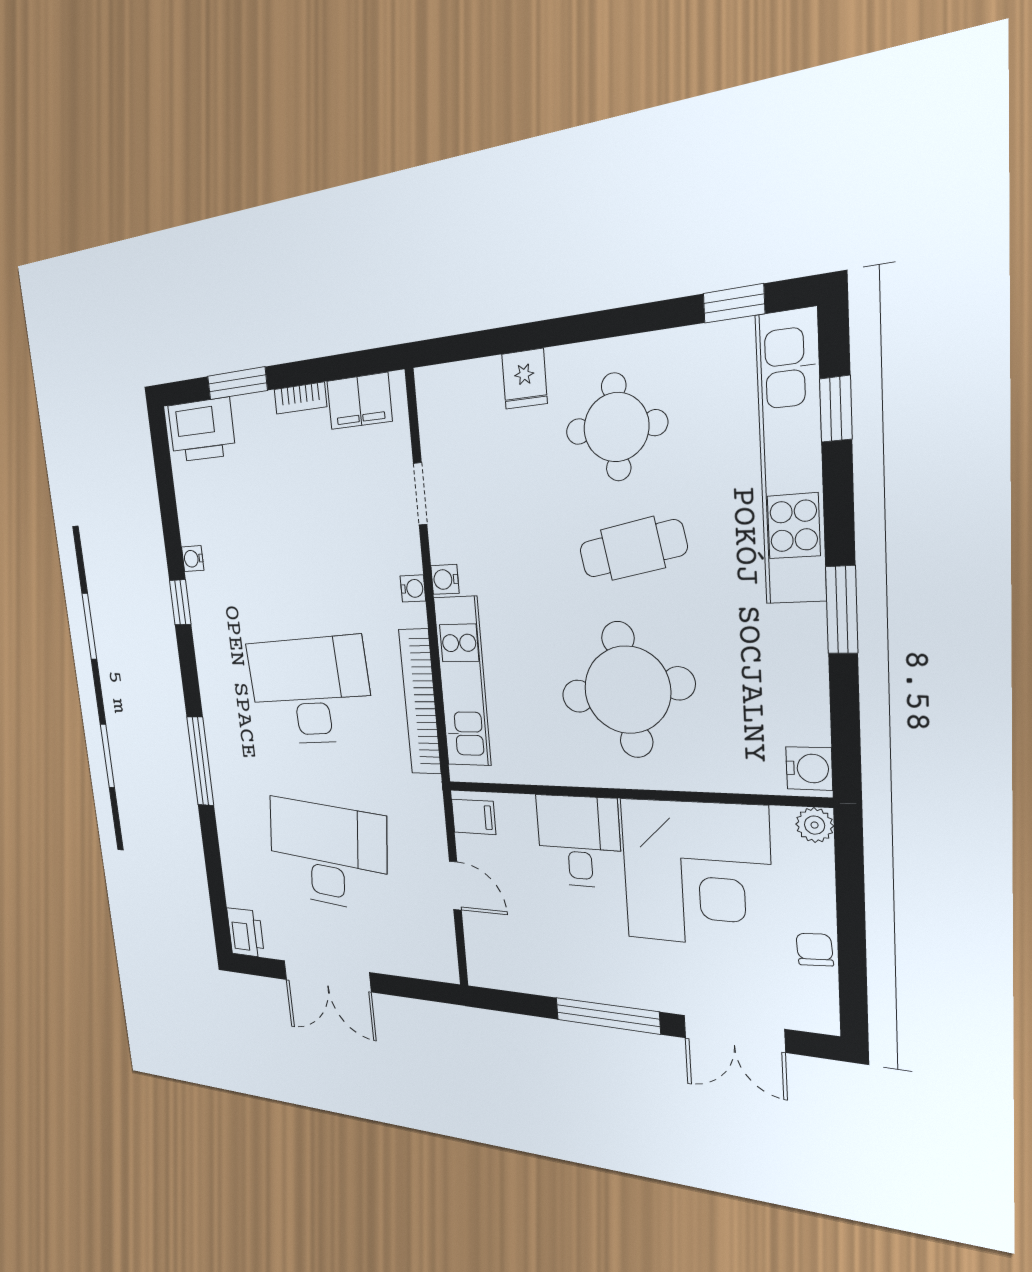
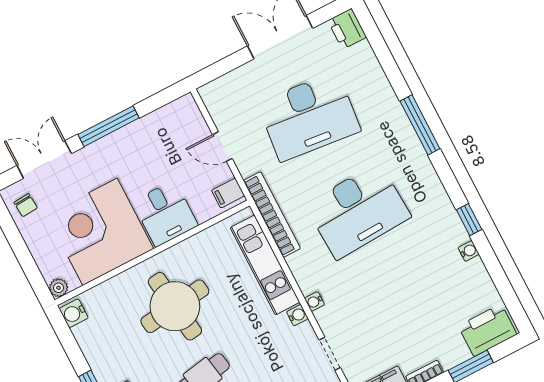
bookcase: (420, 702) -> (272, 215), moved
chair: (815, 950) -> (26, 205), moved

